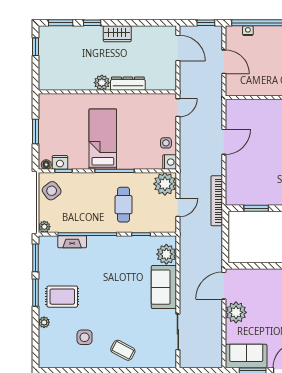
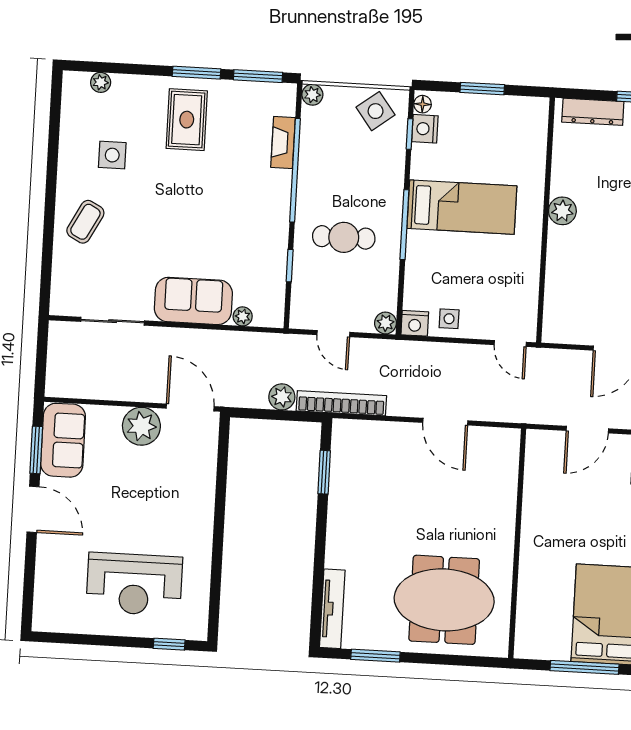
dresser: (128, 84) -> (593, 112), moved, turned 90
plant: (165, 184) -> (385, 323), width x0.53, depth x0.53
plant: (215, 234) -> (282, 397), added
plant: (166, 254) -> (243, 316), width x0.53, depth x0.53
plant: (44, 322) -> (101, 82), moved

